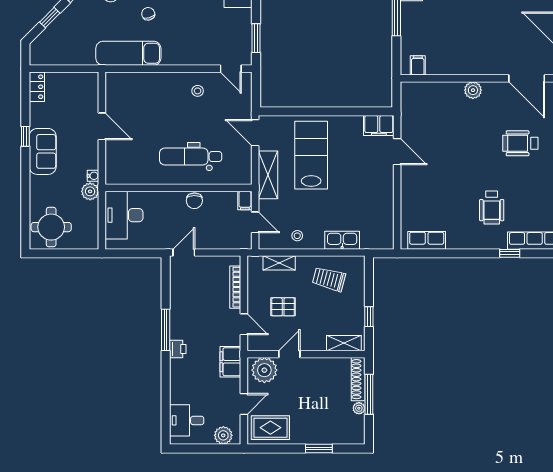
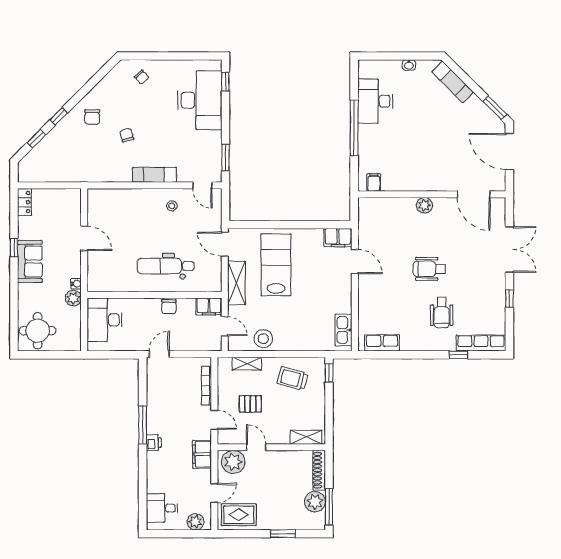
exam couch: (128, 53) -> (155, 175), moved, width x0.73, depth x0.69
wheelchair: (520, 143) -> (429, 269), moved
filing cabinet: (245, 201) -> (209, 306), width x2.00
stool: (297, 236) -> (263, 339), width x1.89, depth x1.89
kitchen sink: (342, 240) -> (344, 330), moved, turned -90
window: (369, 317) -> (329, 373), moved
door: (289, 354) -> (256, 447), hinge flipped
window: (369, 394) -> (329, 507), moved
plant: (359, 408) -> (315, 502), width x1.88, depth x1.88

